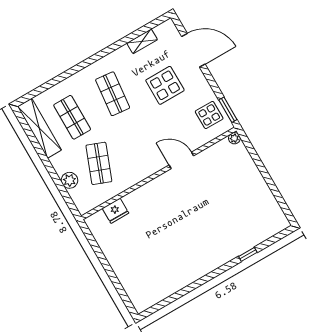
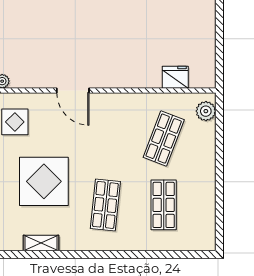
display table: (165, 85) -> (44, 181), width x1.36, depth x1.36
shelving: (39, 128) -> (206, 213), removed
plant: (69, 180) -> (206, 111), moved

